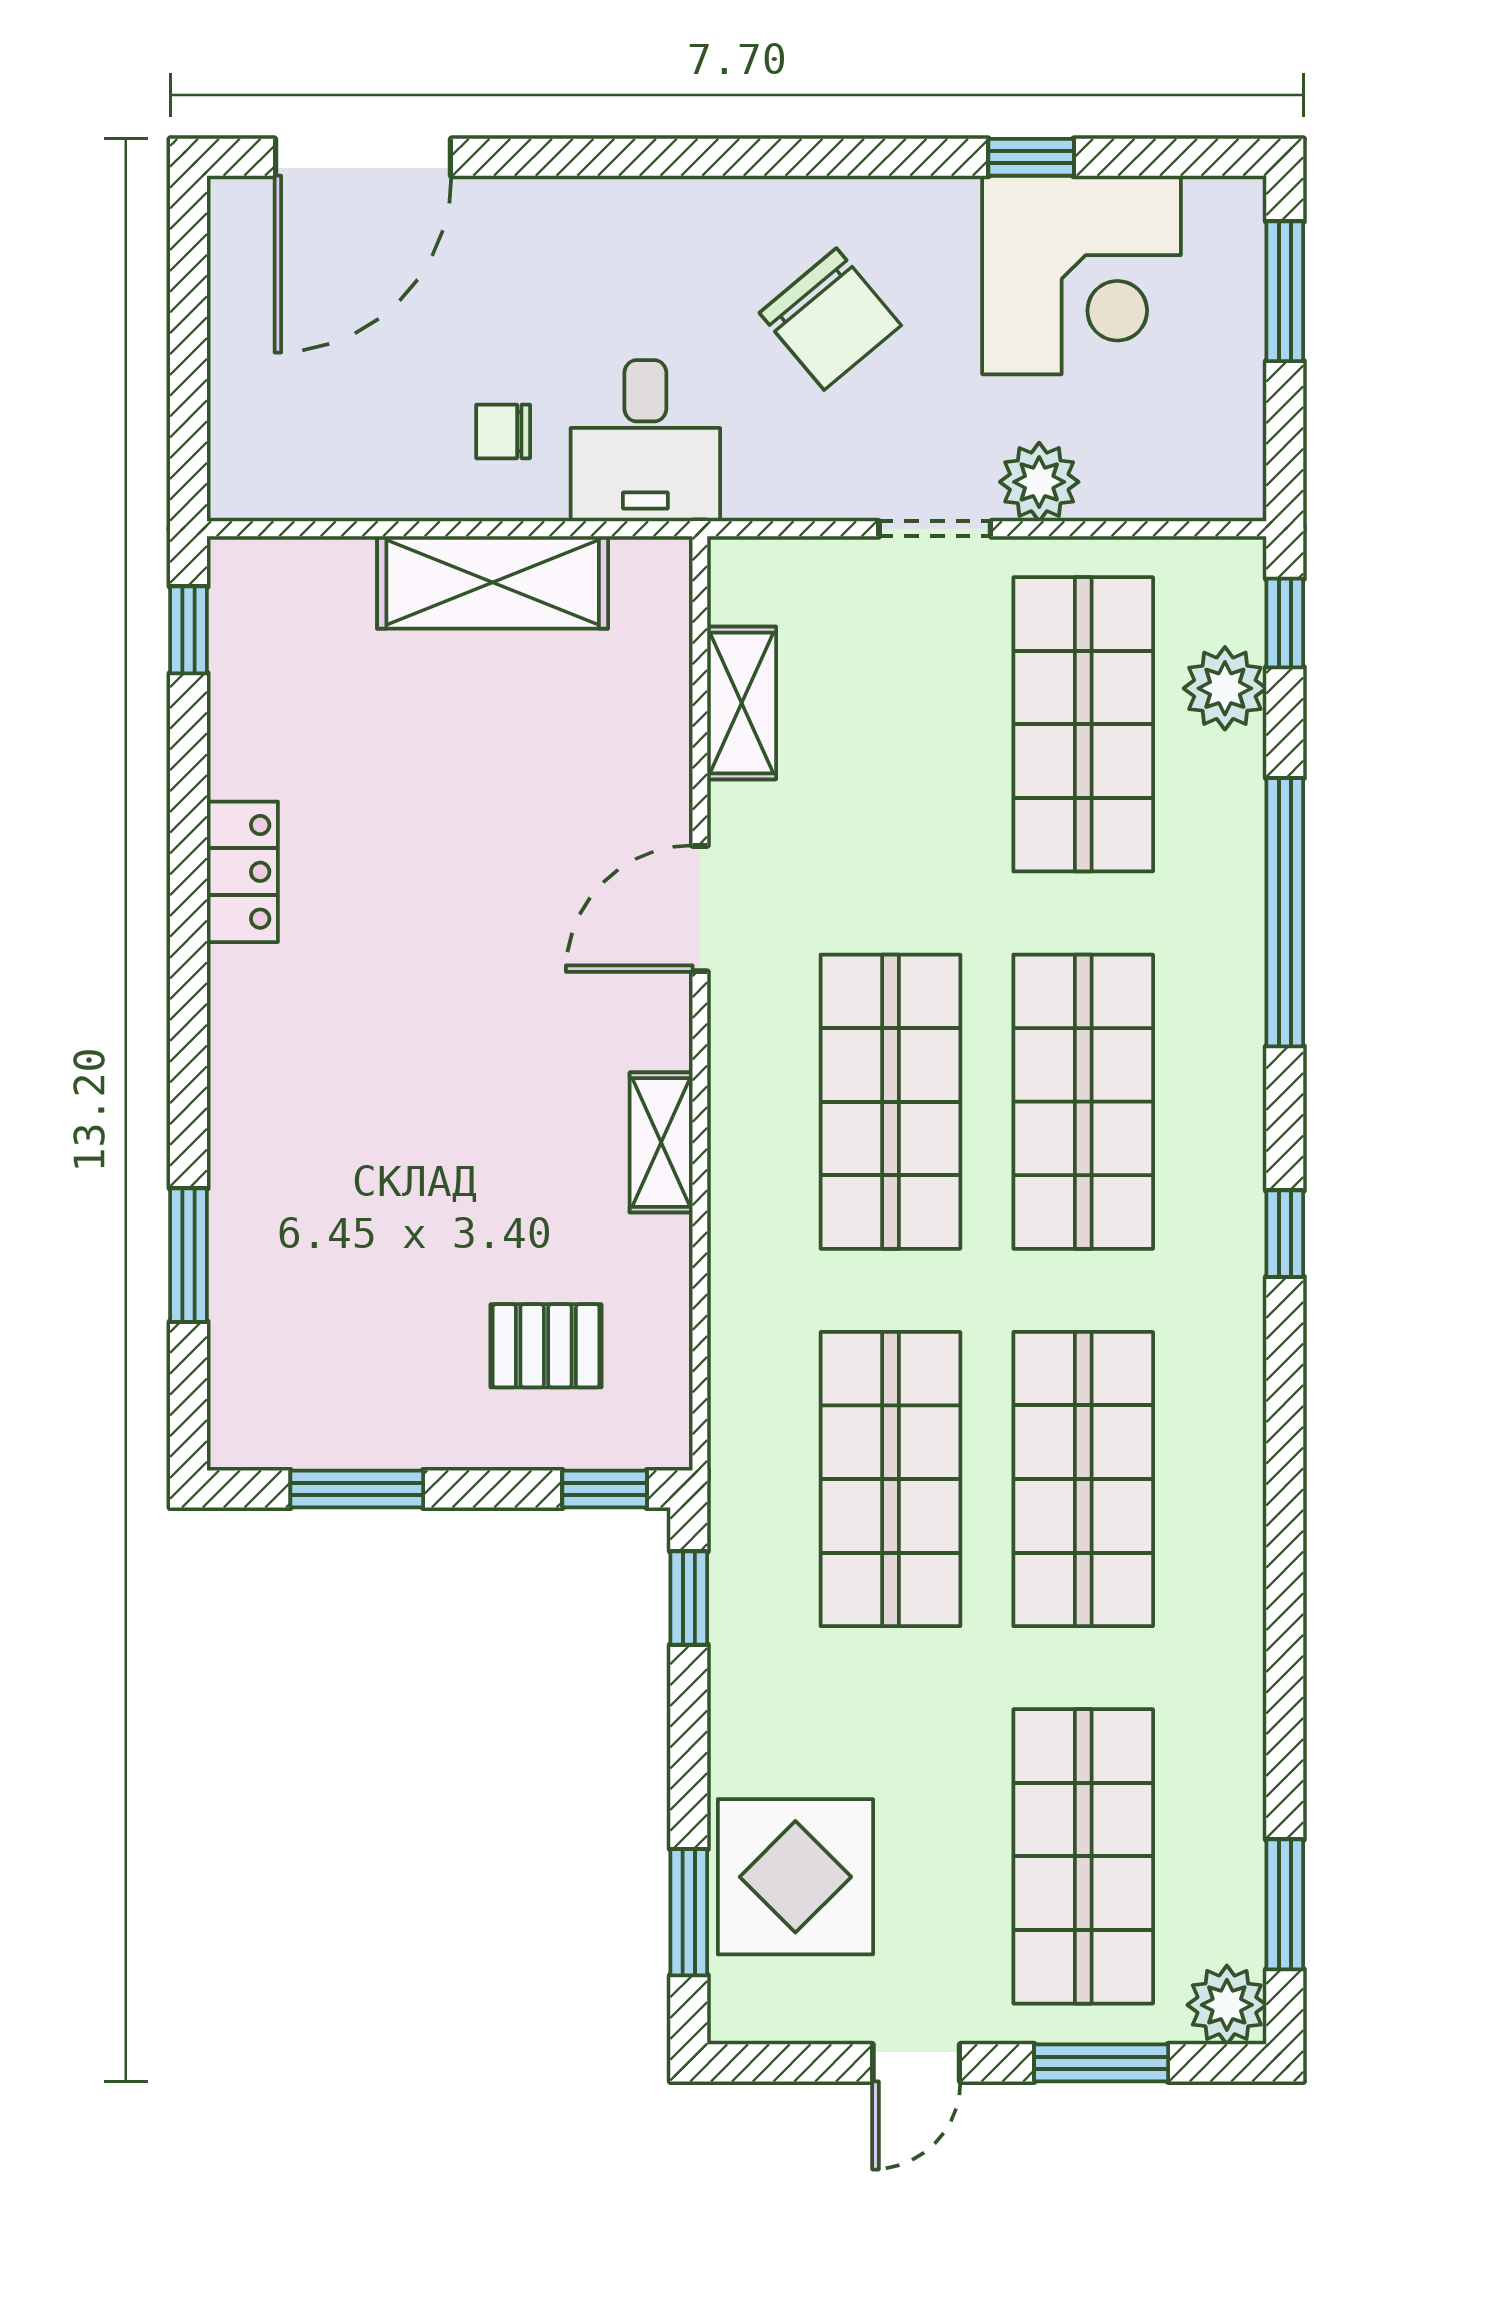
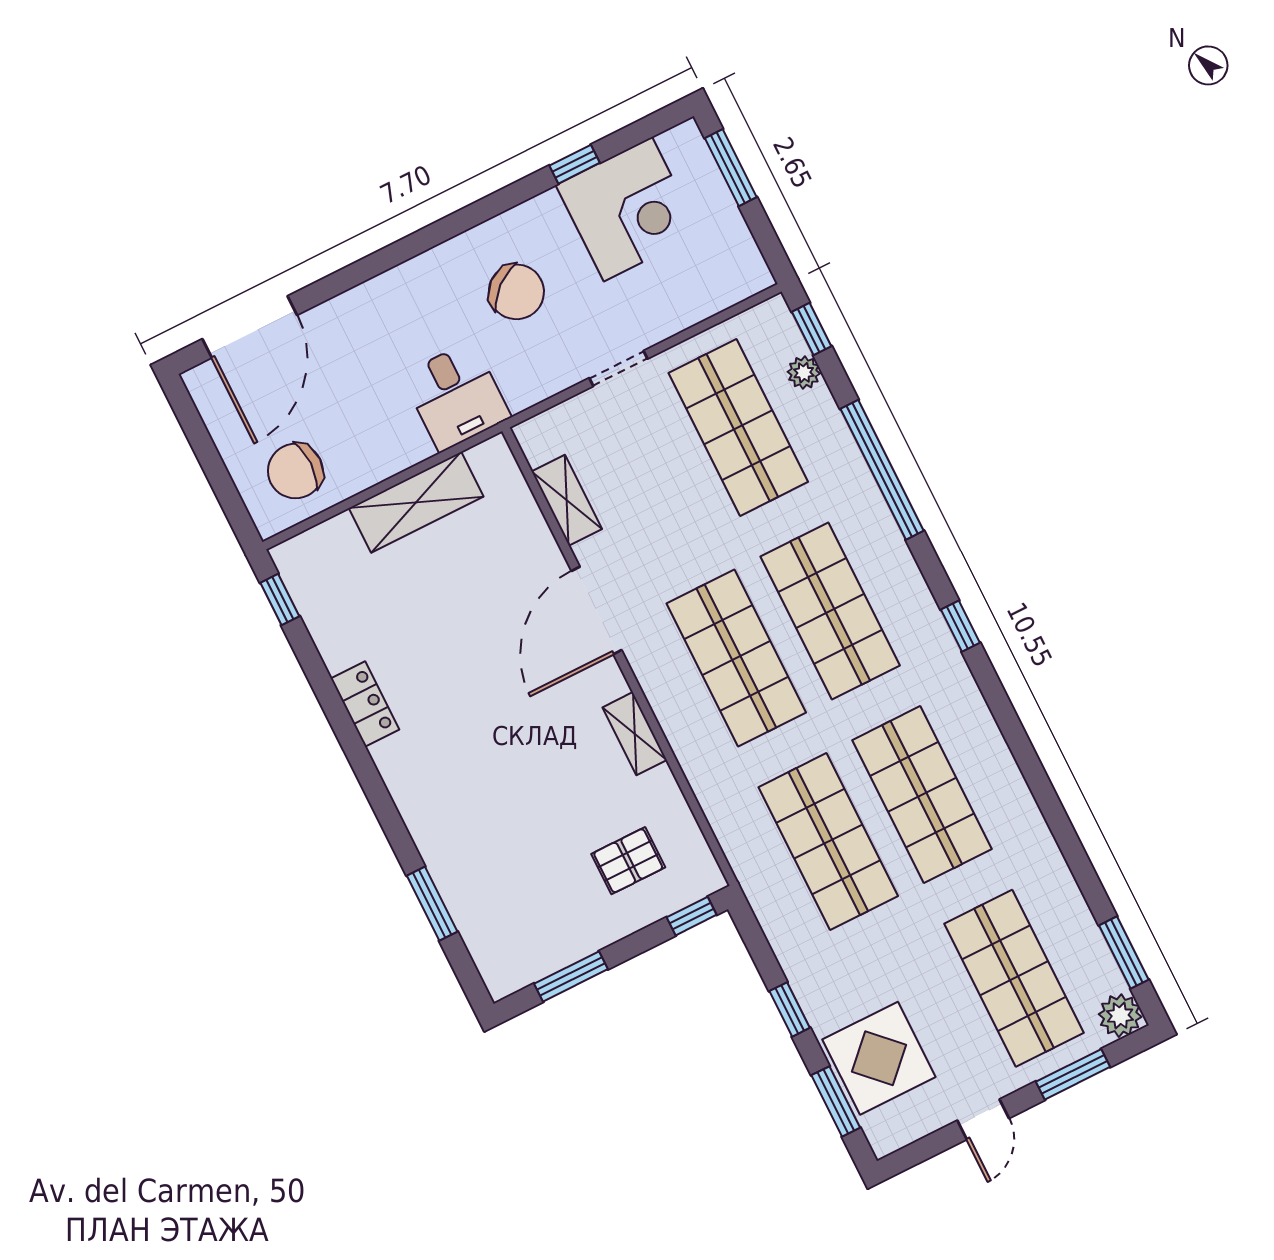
chair: (503, 431) -> (295, 471), moved, width x1.87, depth x1.87
plant: (1039, 482) -> (658, 320), removed
plant: (1225, 688) -> (804, 373), width x0.73, depth x0.73
door: (700, 909) -> (597, 610), width x1.36
window: (689, 1598) -> (790, 1009), moved

